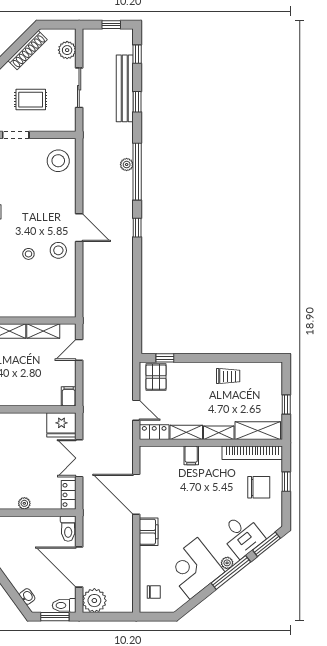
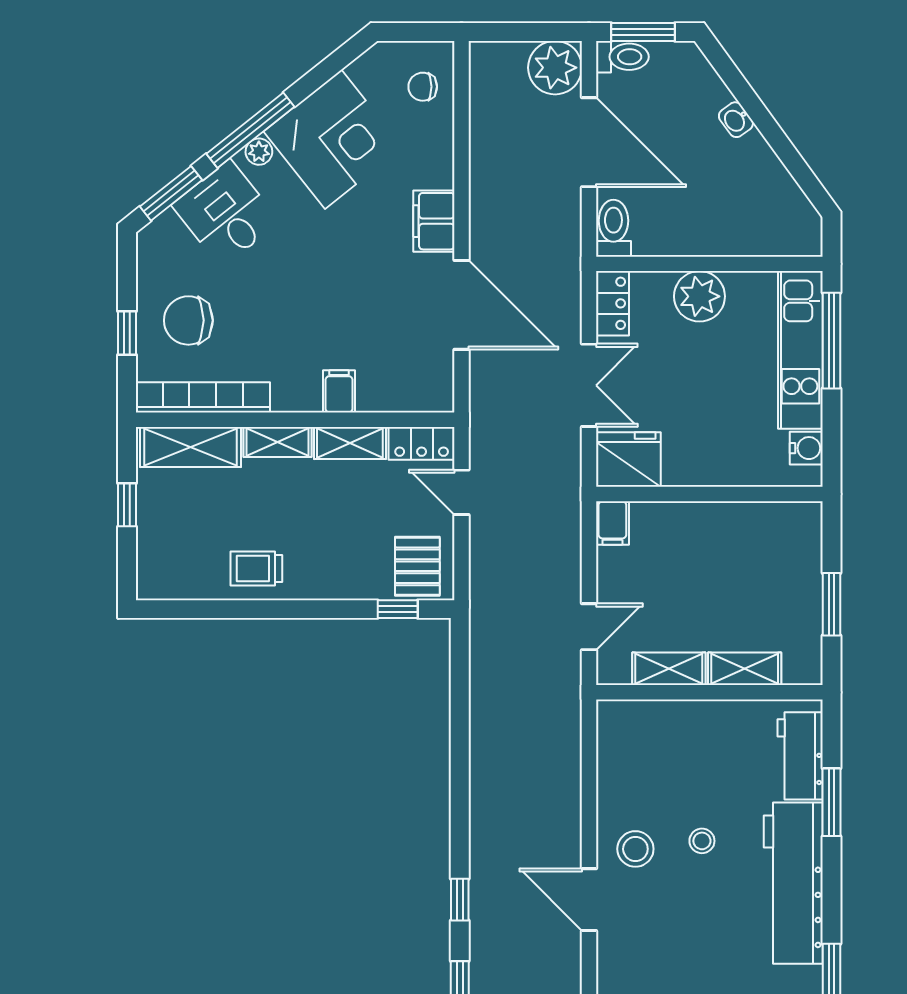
plant: (24, 503) -> (699, 296), width x1.88, depth x1.88
washbasin: (27, 596) -> (736, 120), moved

